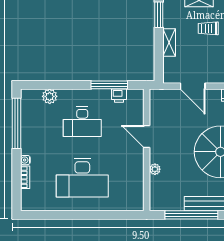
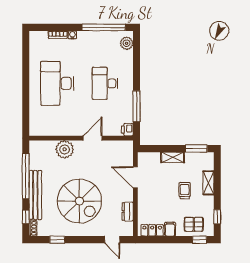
door: (193, 86) -> (135, 177), hinge flipped
plant: (50, 96) -> (127, 43), moved
printer: (119, 96) -> (127, 130), moved
plant: (155, 169) -> (65, 149), width x1.88, depth x1.88

